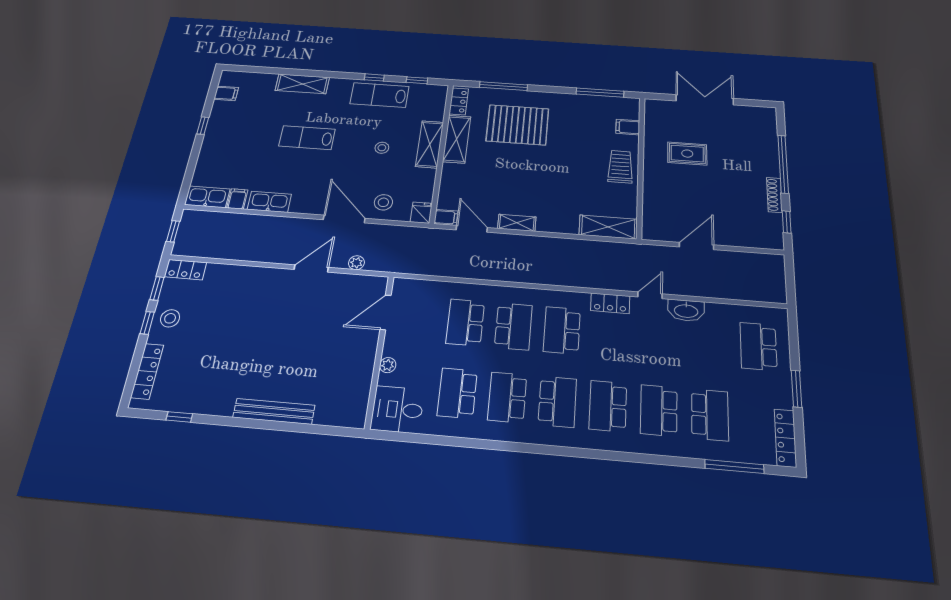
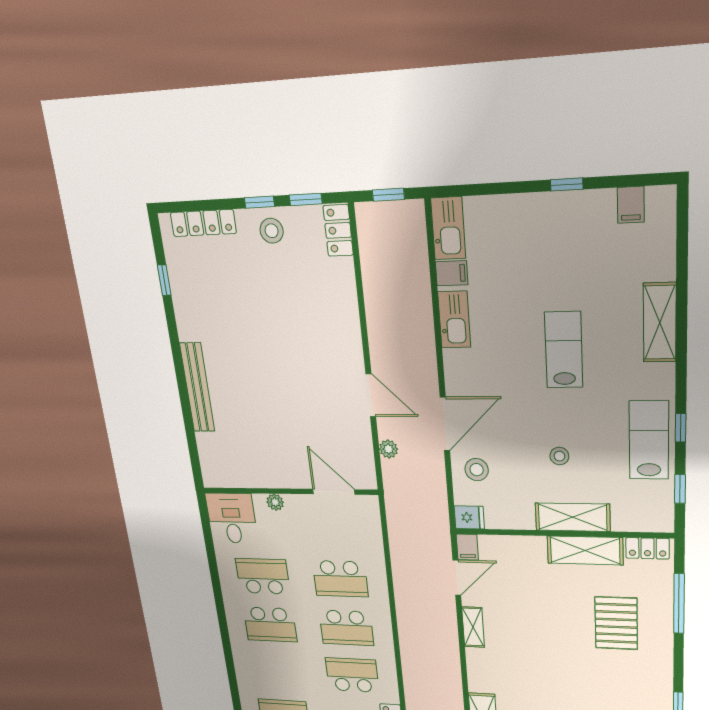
pallet: (517, 125) -> (616, 623), width x0.73, depth x0.71
school desk: (465, 322) -> (340, 579), turned 180
school desk: (507, 397) -> (270, 624), turned 180
school desk: (557, 402) -> (277, 671), removed

